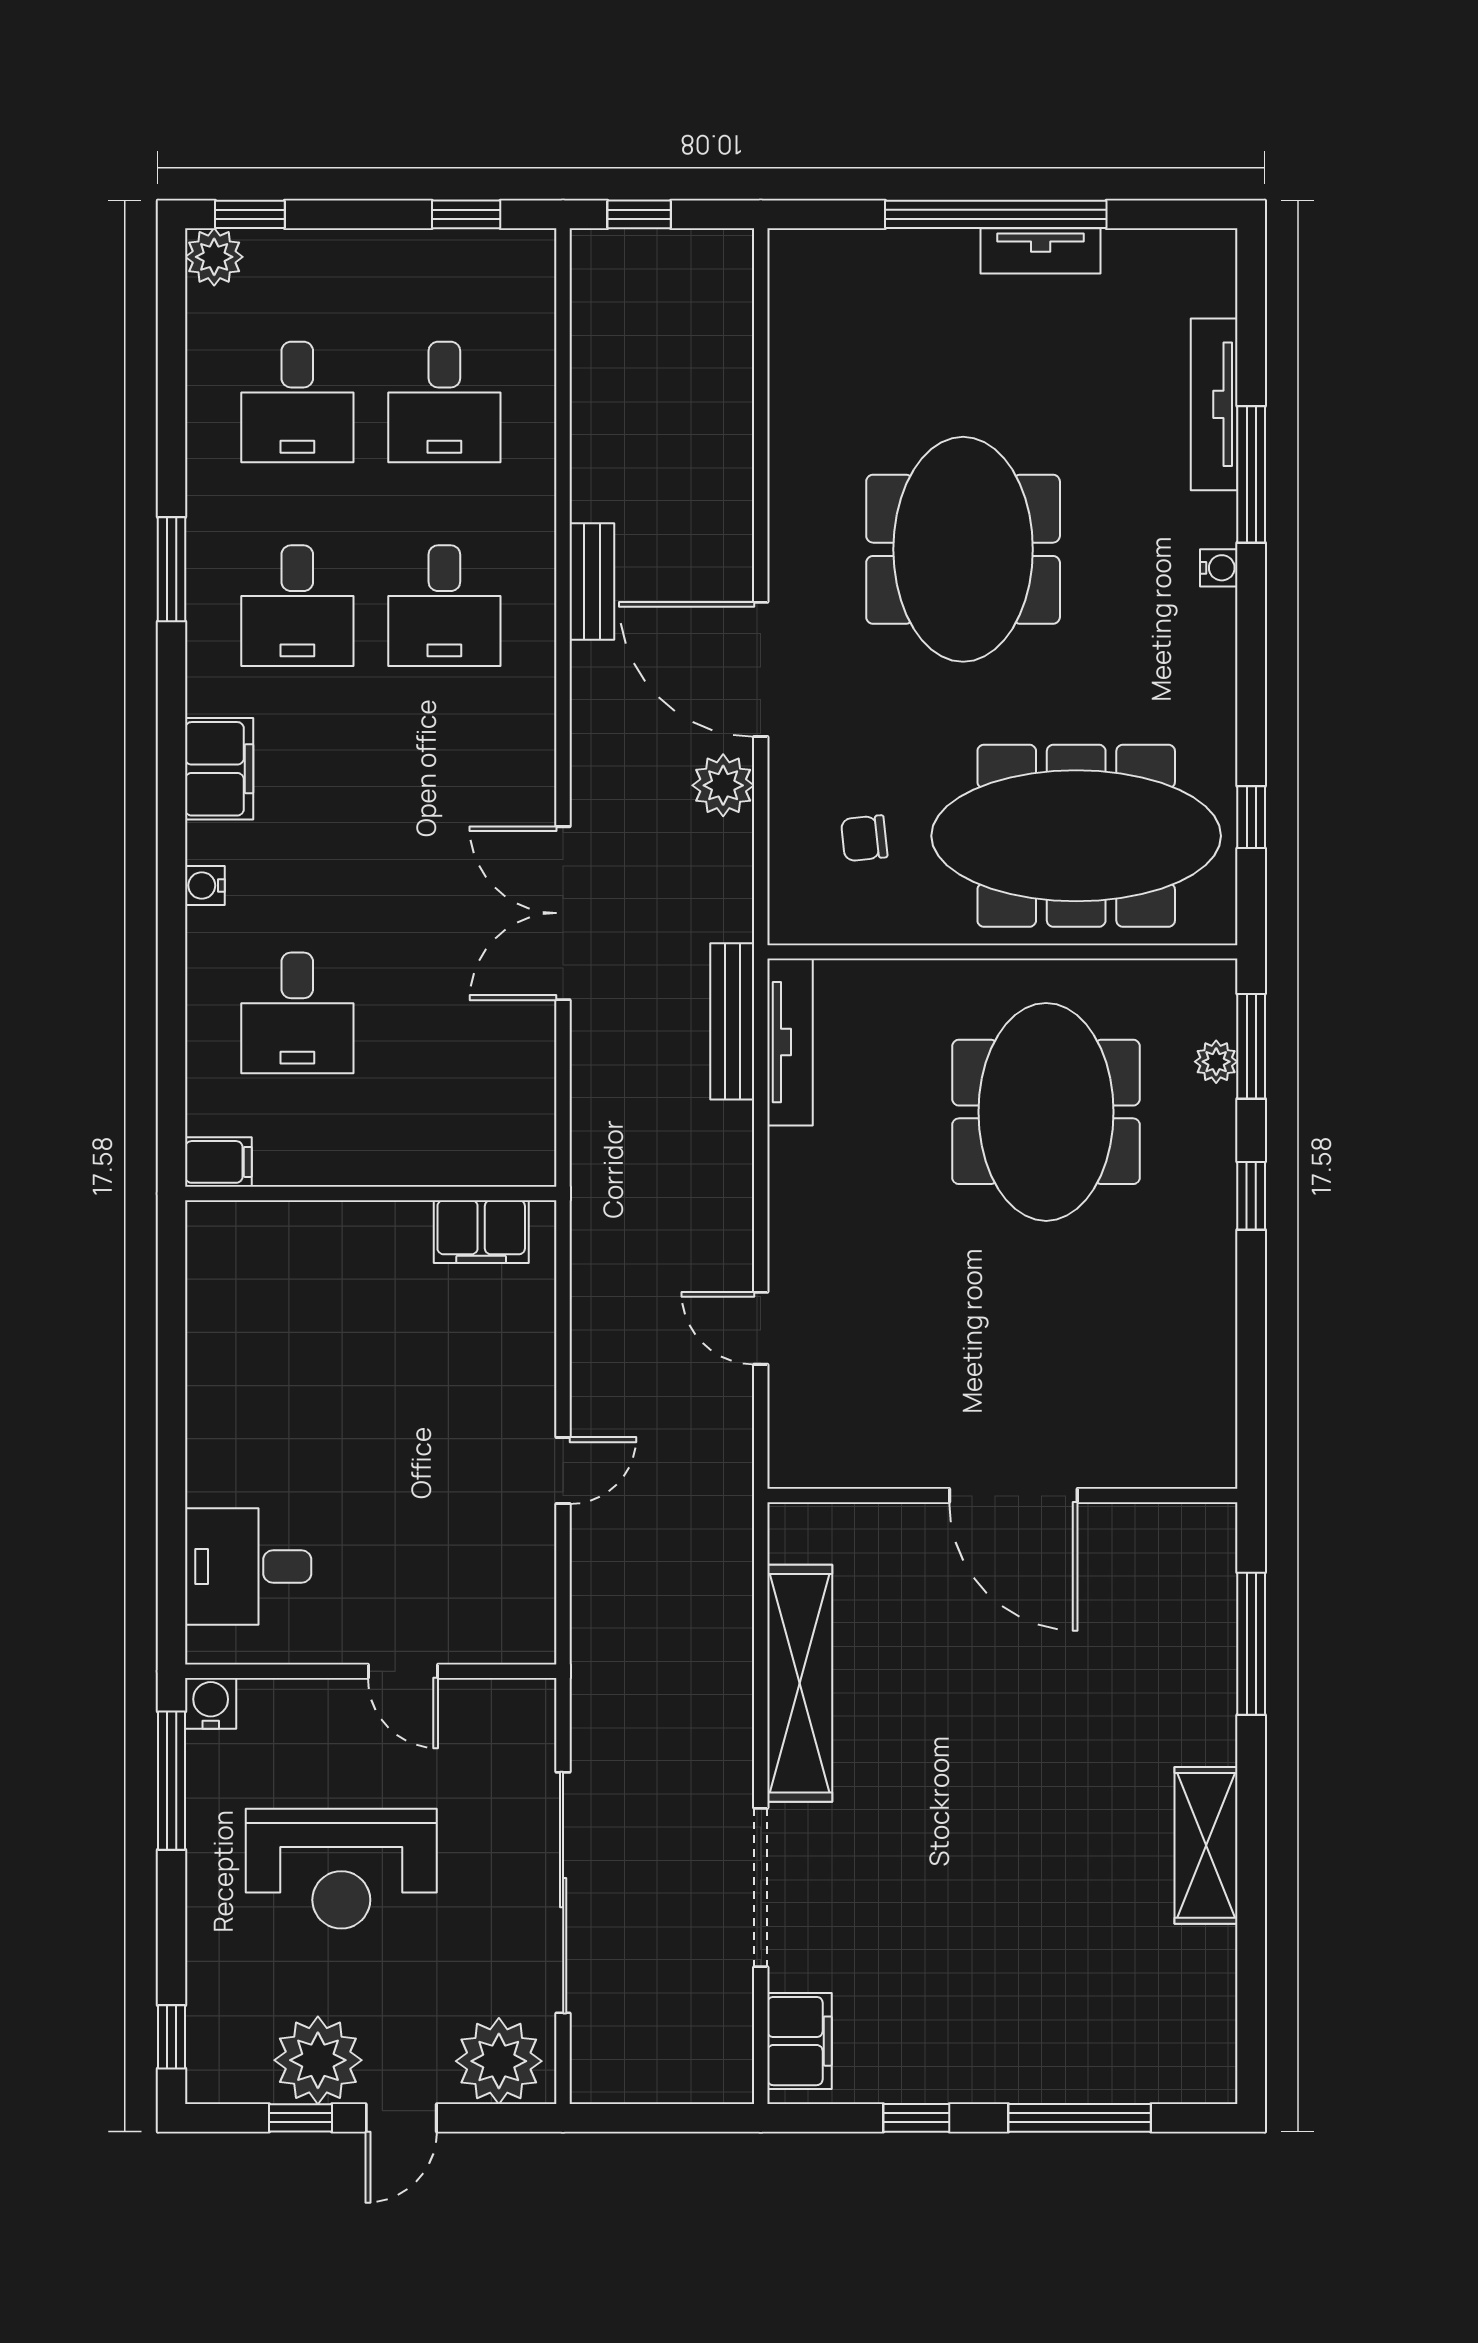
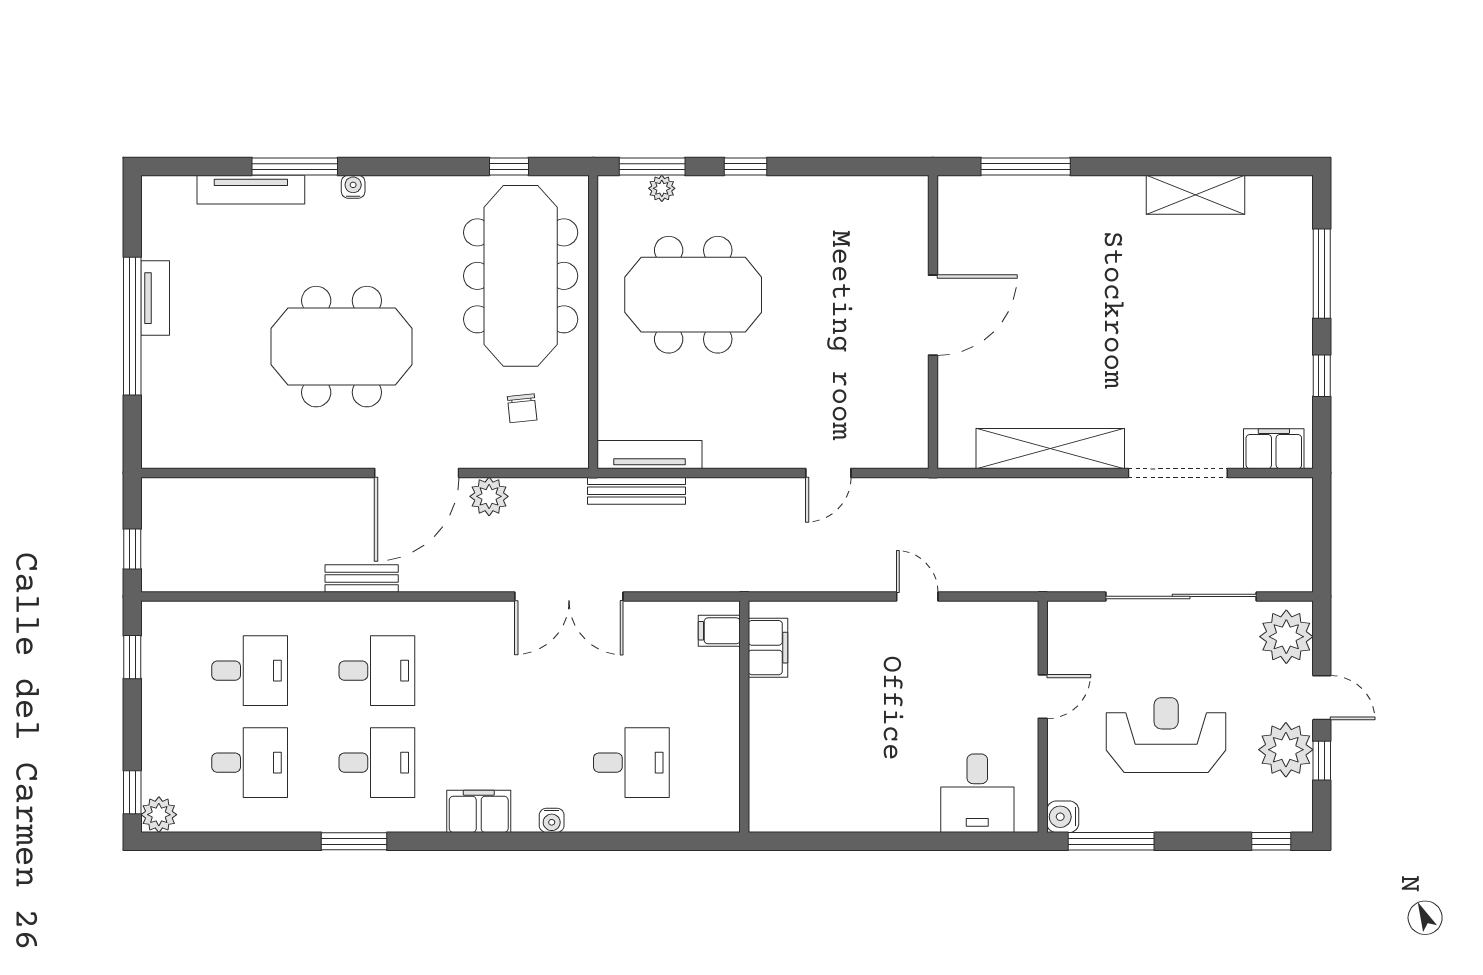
filing cabinet: (218, 1162) -> (719, 631), moved, turned -90
shelving: (1206, 1845) -> (1196, 195), moved
reception desk: (341, 1869) -> (1166, 735), turned -90

